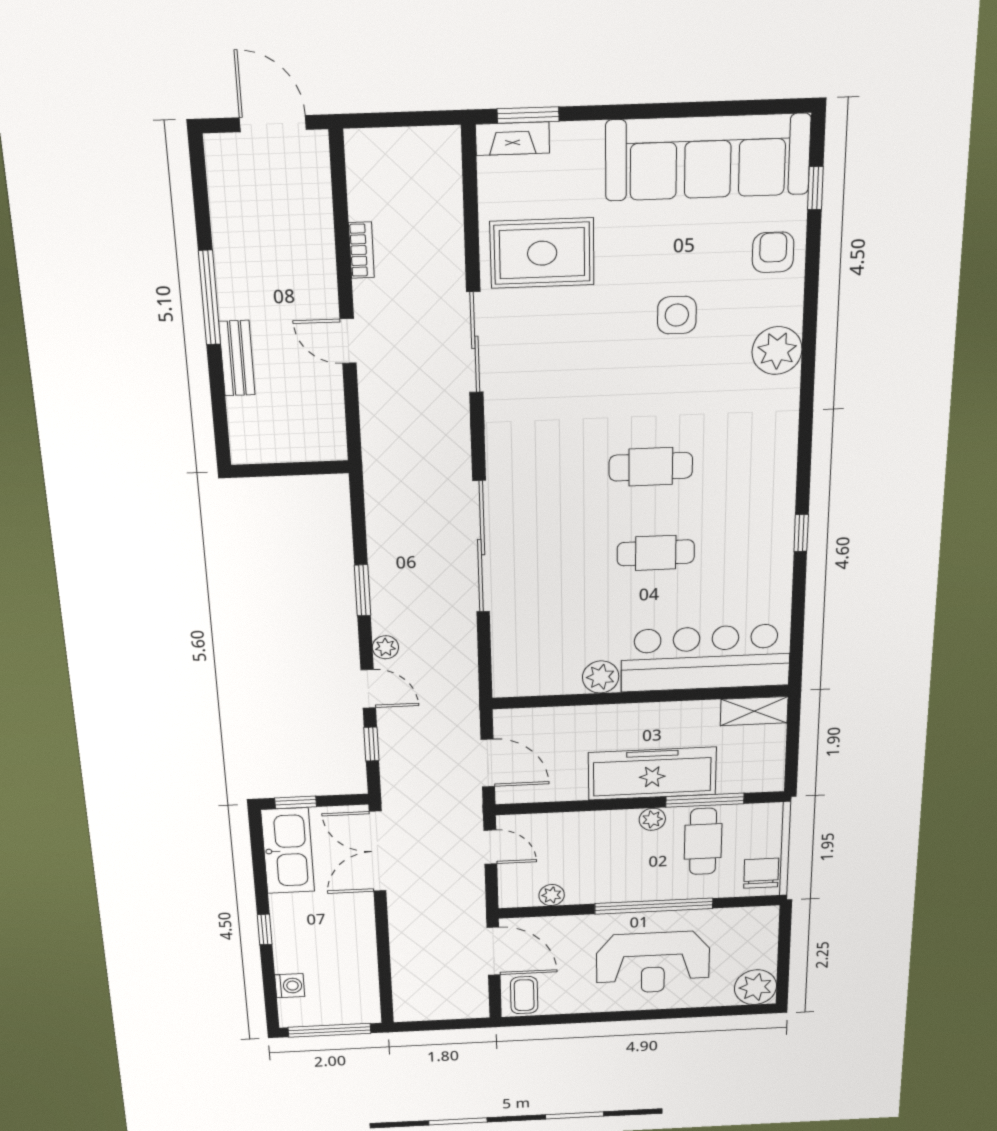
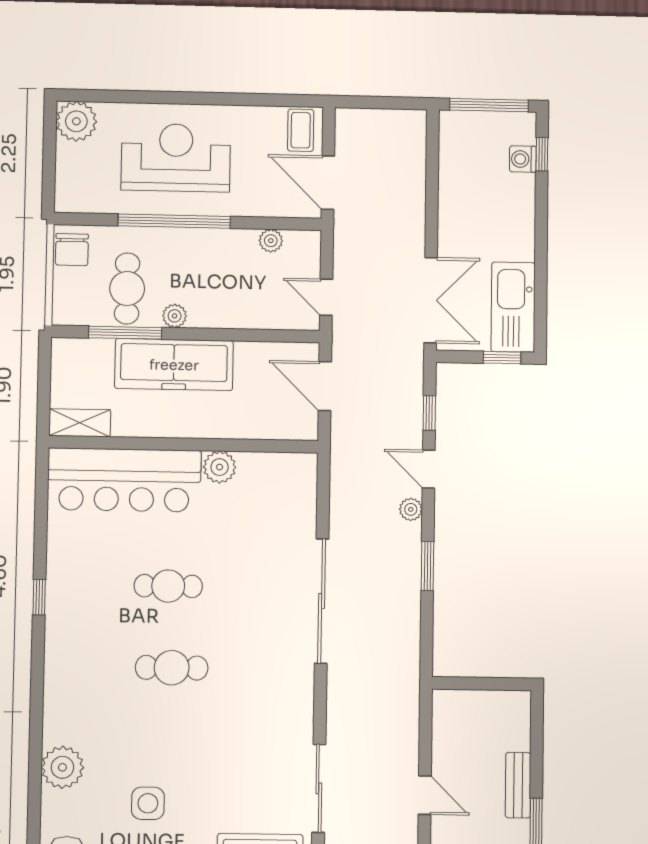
window: (265, 930) -> (542, 154), moved

